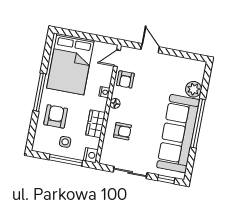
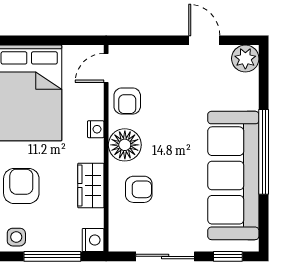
door: (150, 48) -> (204, 40), moved
plant: (194, 89) -> (245, 59), moved
floor lamp: (115, 103) -> (125, 145), width x1.89, depth x1.89
side table: (65, 142) -> (16, 237), moved

